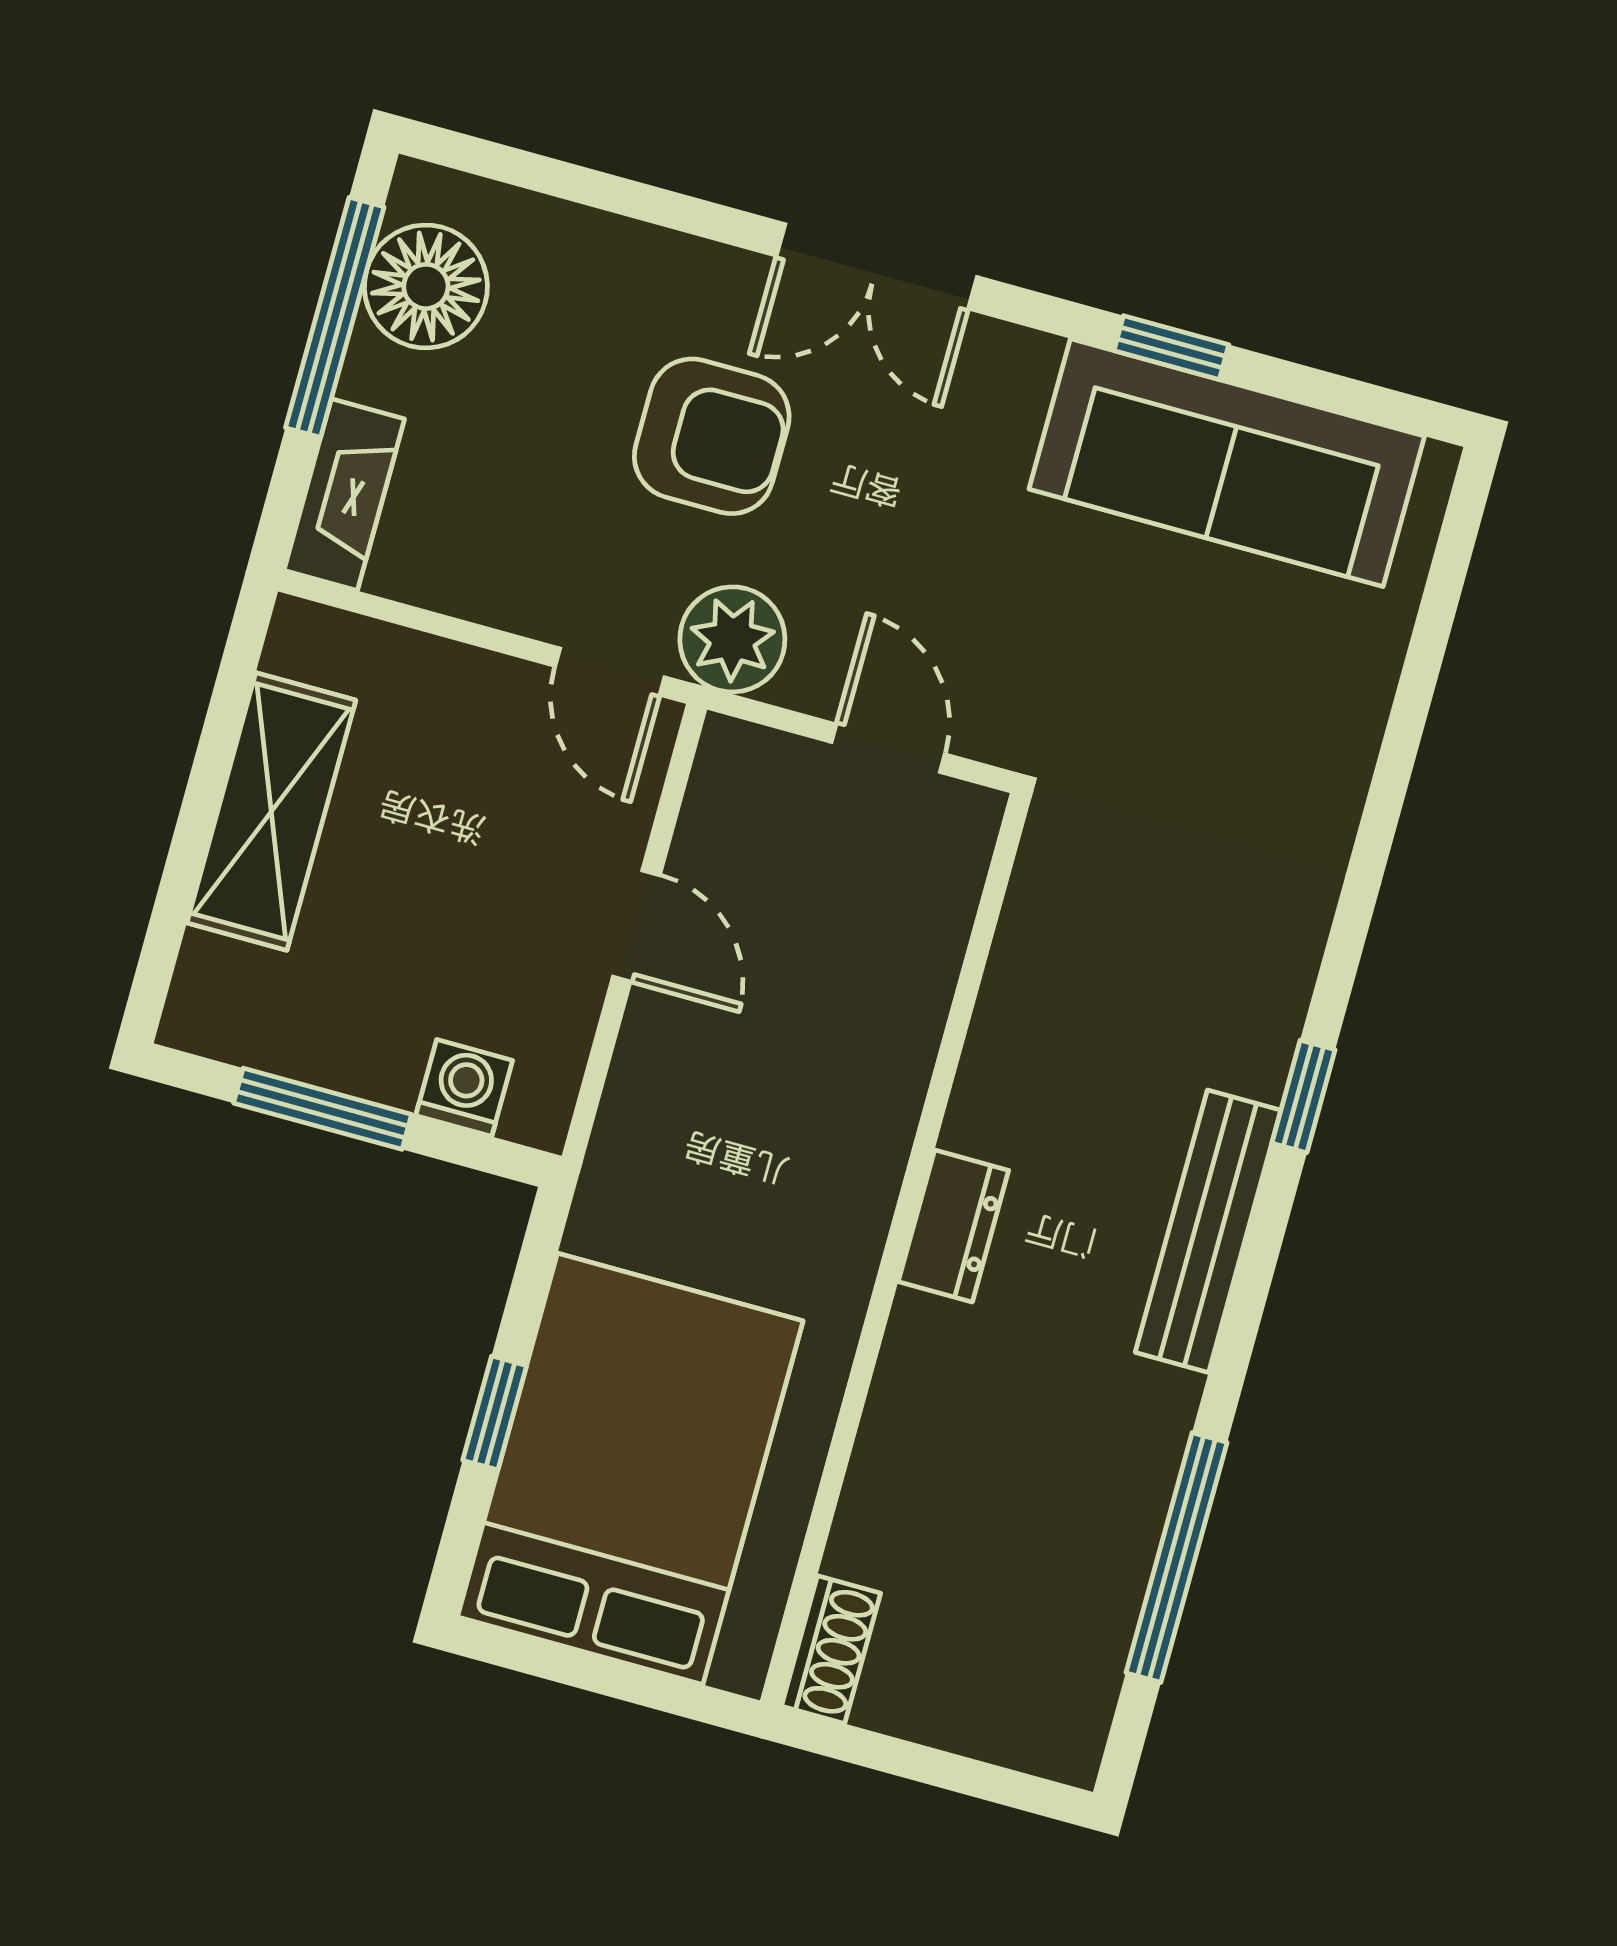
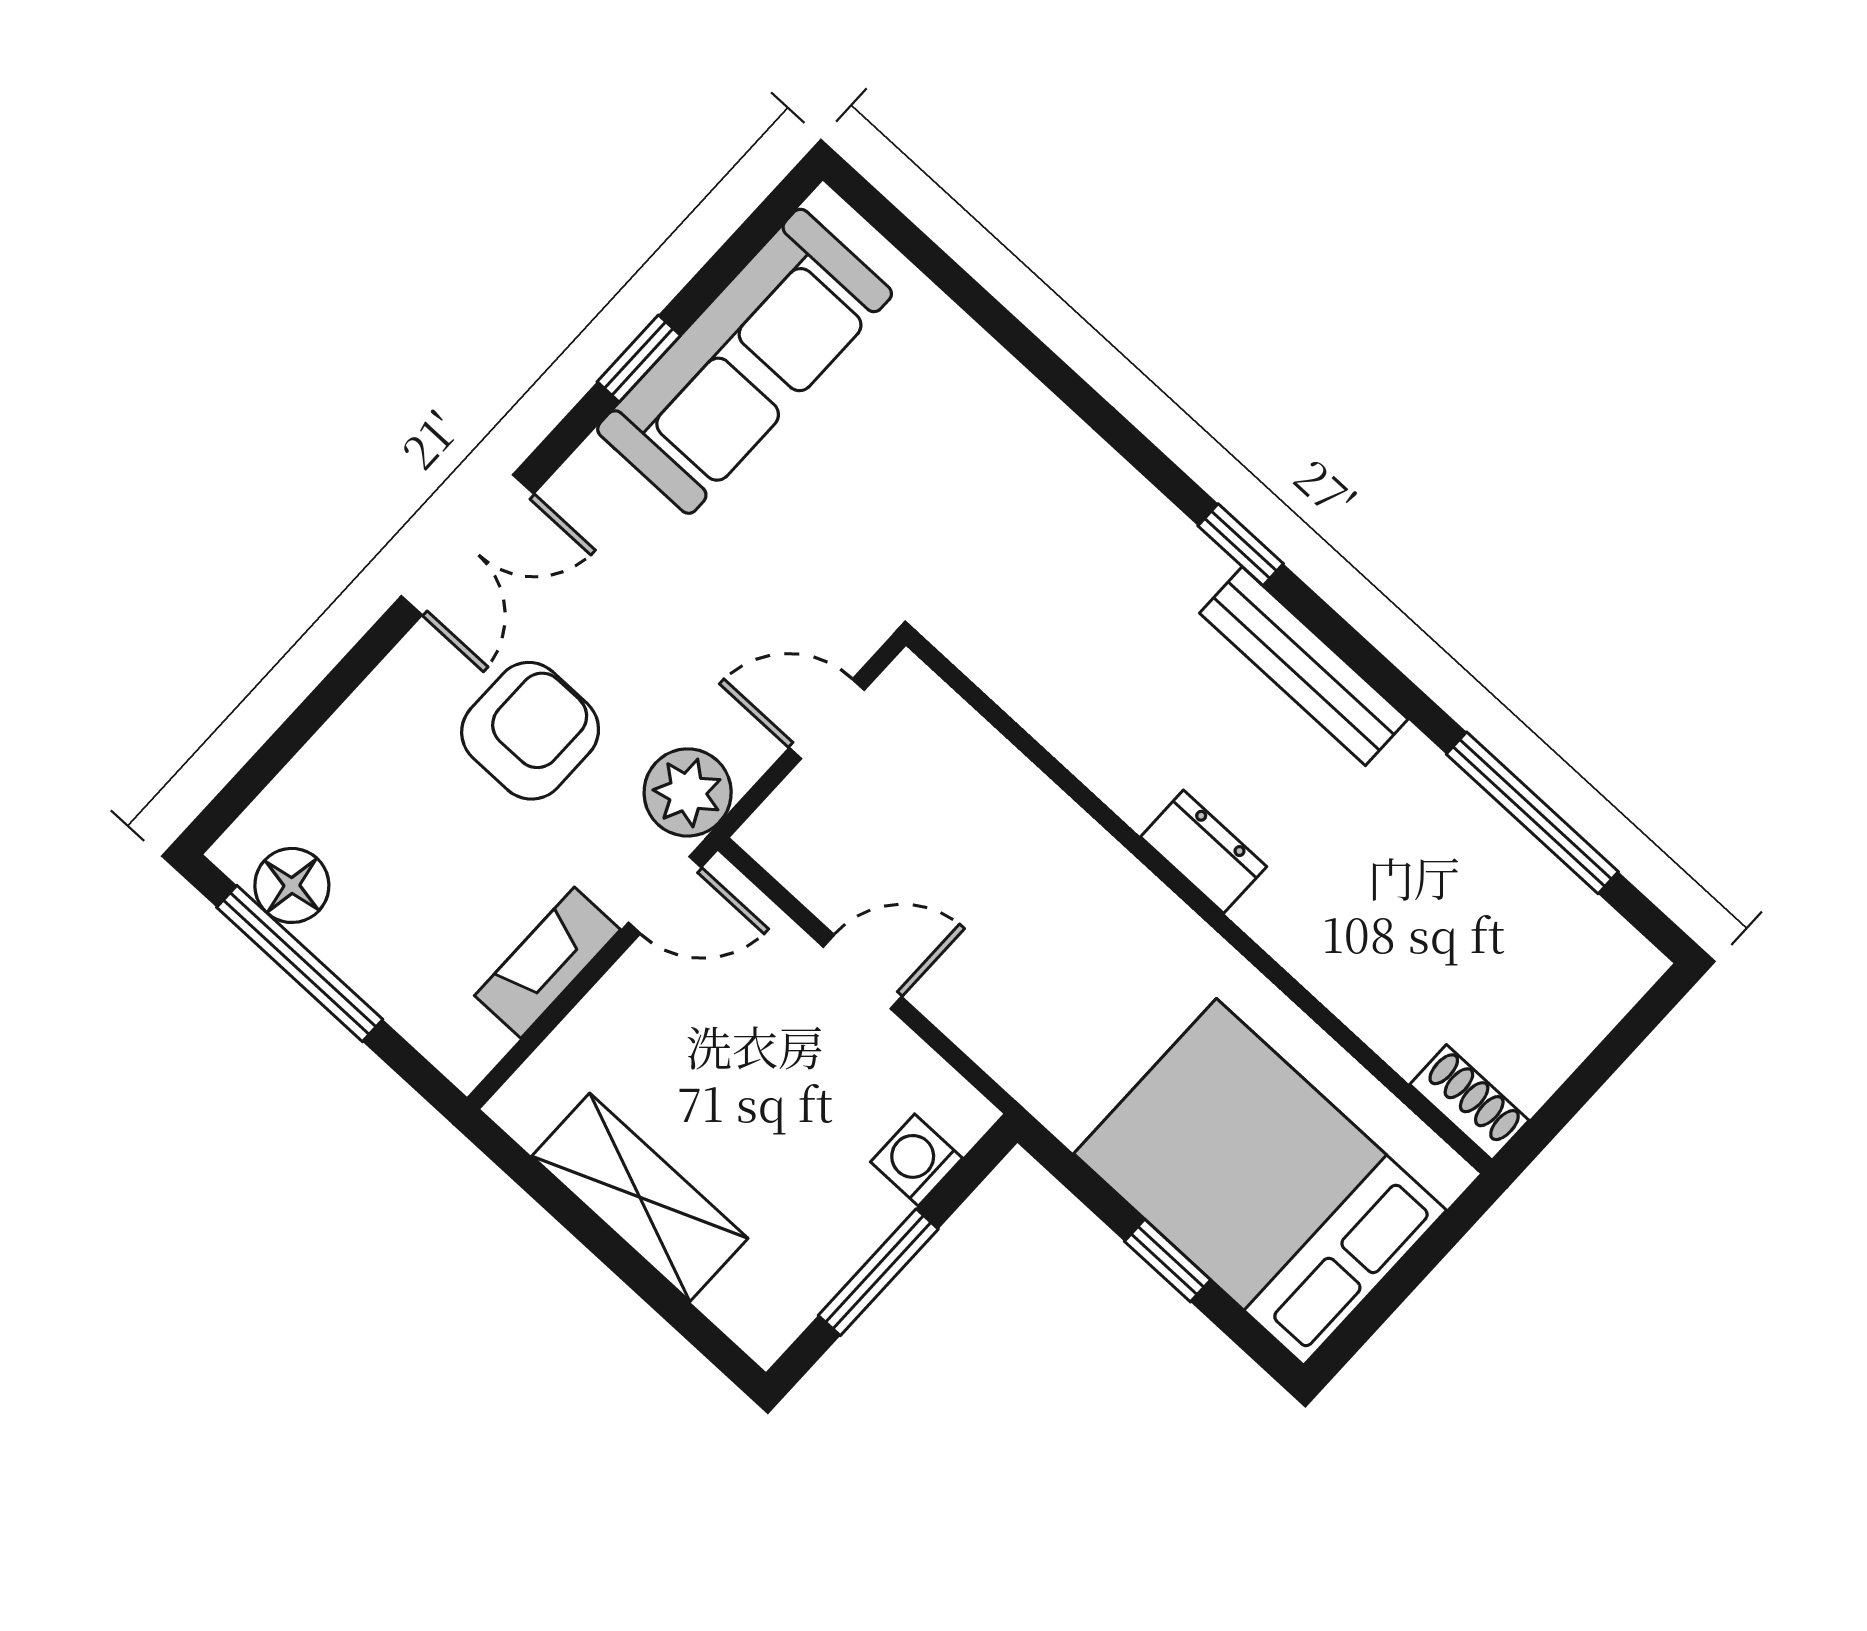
floor lamp: (426, 286) -> (292, 885), width x0.73, depth x0.73
fireplace: (344, 495) -> (548, 963), moved, turned -90

